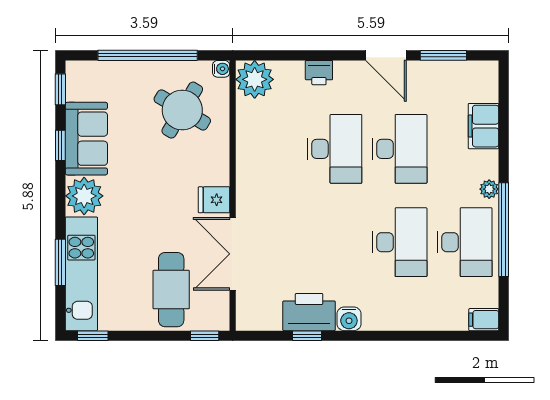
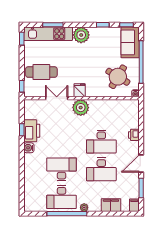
plant: (255, 79) -> (81, 108), moved
sofa: (86, 139) -> (130, 42), moved, turned 90
desk: (400, 242) -> (62, 169), turned 180
double door: (233, 254) -> (57, 98), width x0.73
filing cabinet: (484, 320) -> (134, 205), moved

